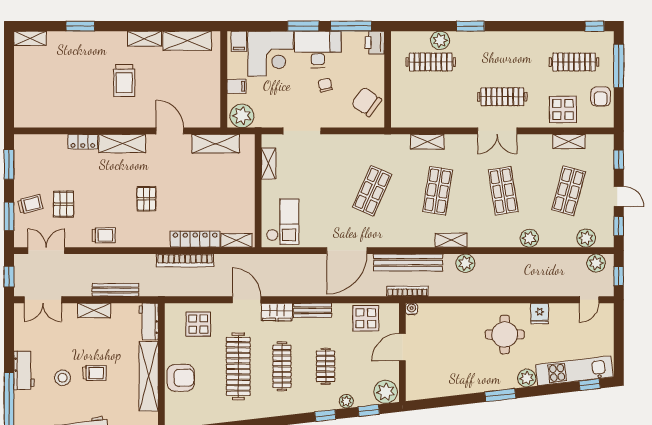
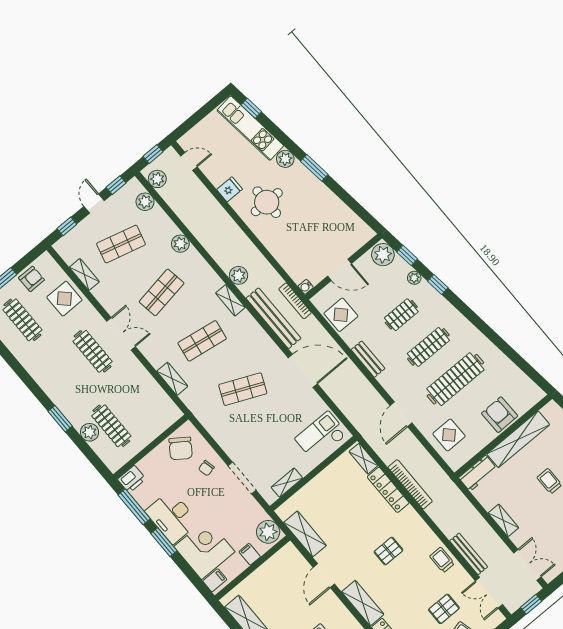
chair: (325, 85) -> (206, 468), moved
bench: (115, 290) -> (469, 554), moved
wardrobe: (277, 312) -> (391, 384), removed

